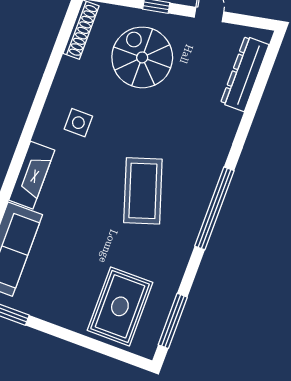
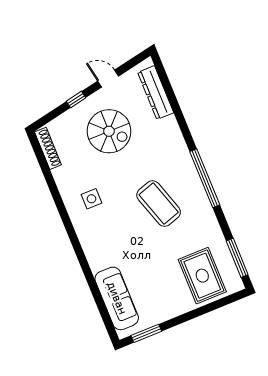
spiral stairs: (142, 57) -> (109, 131), moved, turned 180
fireplace: (32, 175) -> (92, 249), removed

